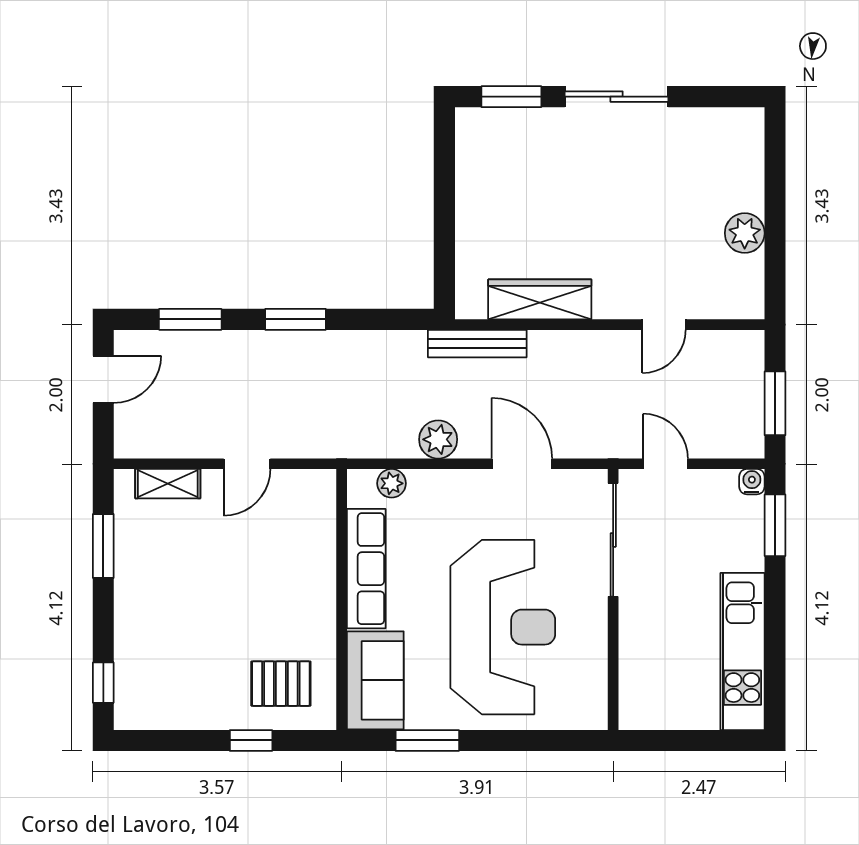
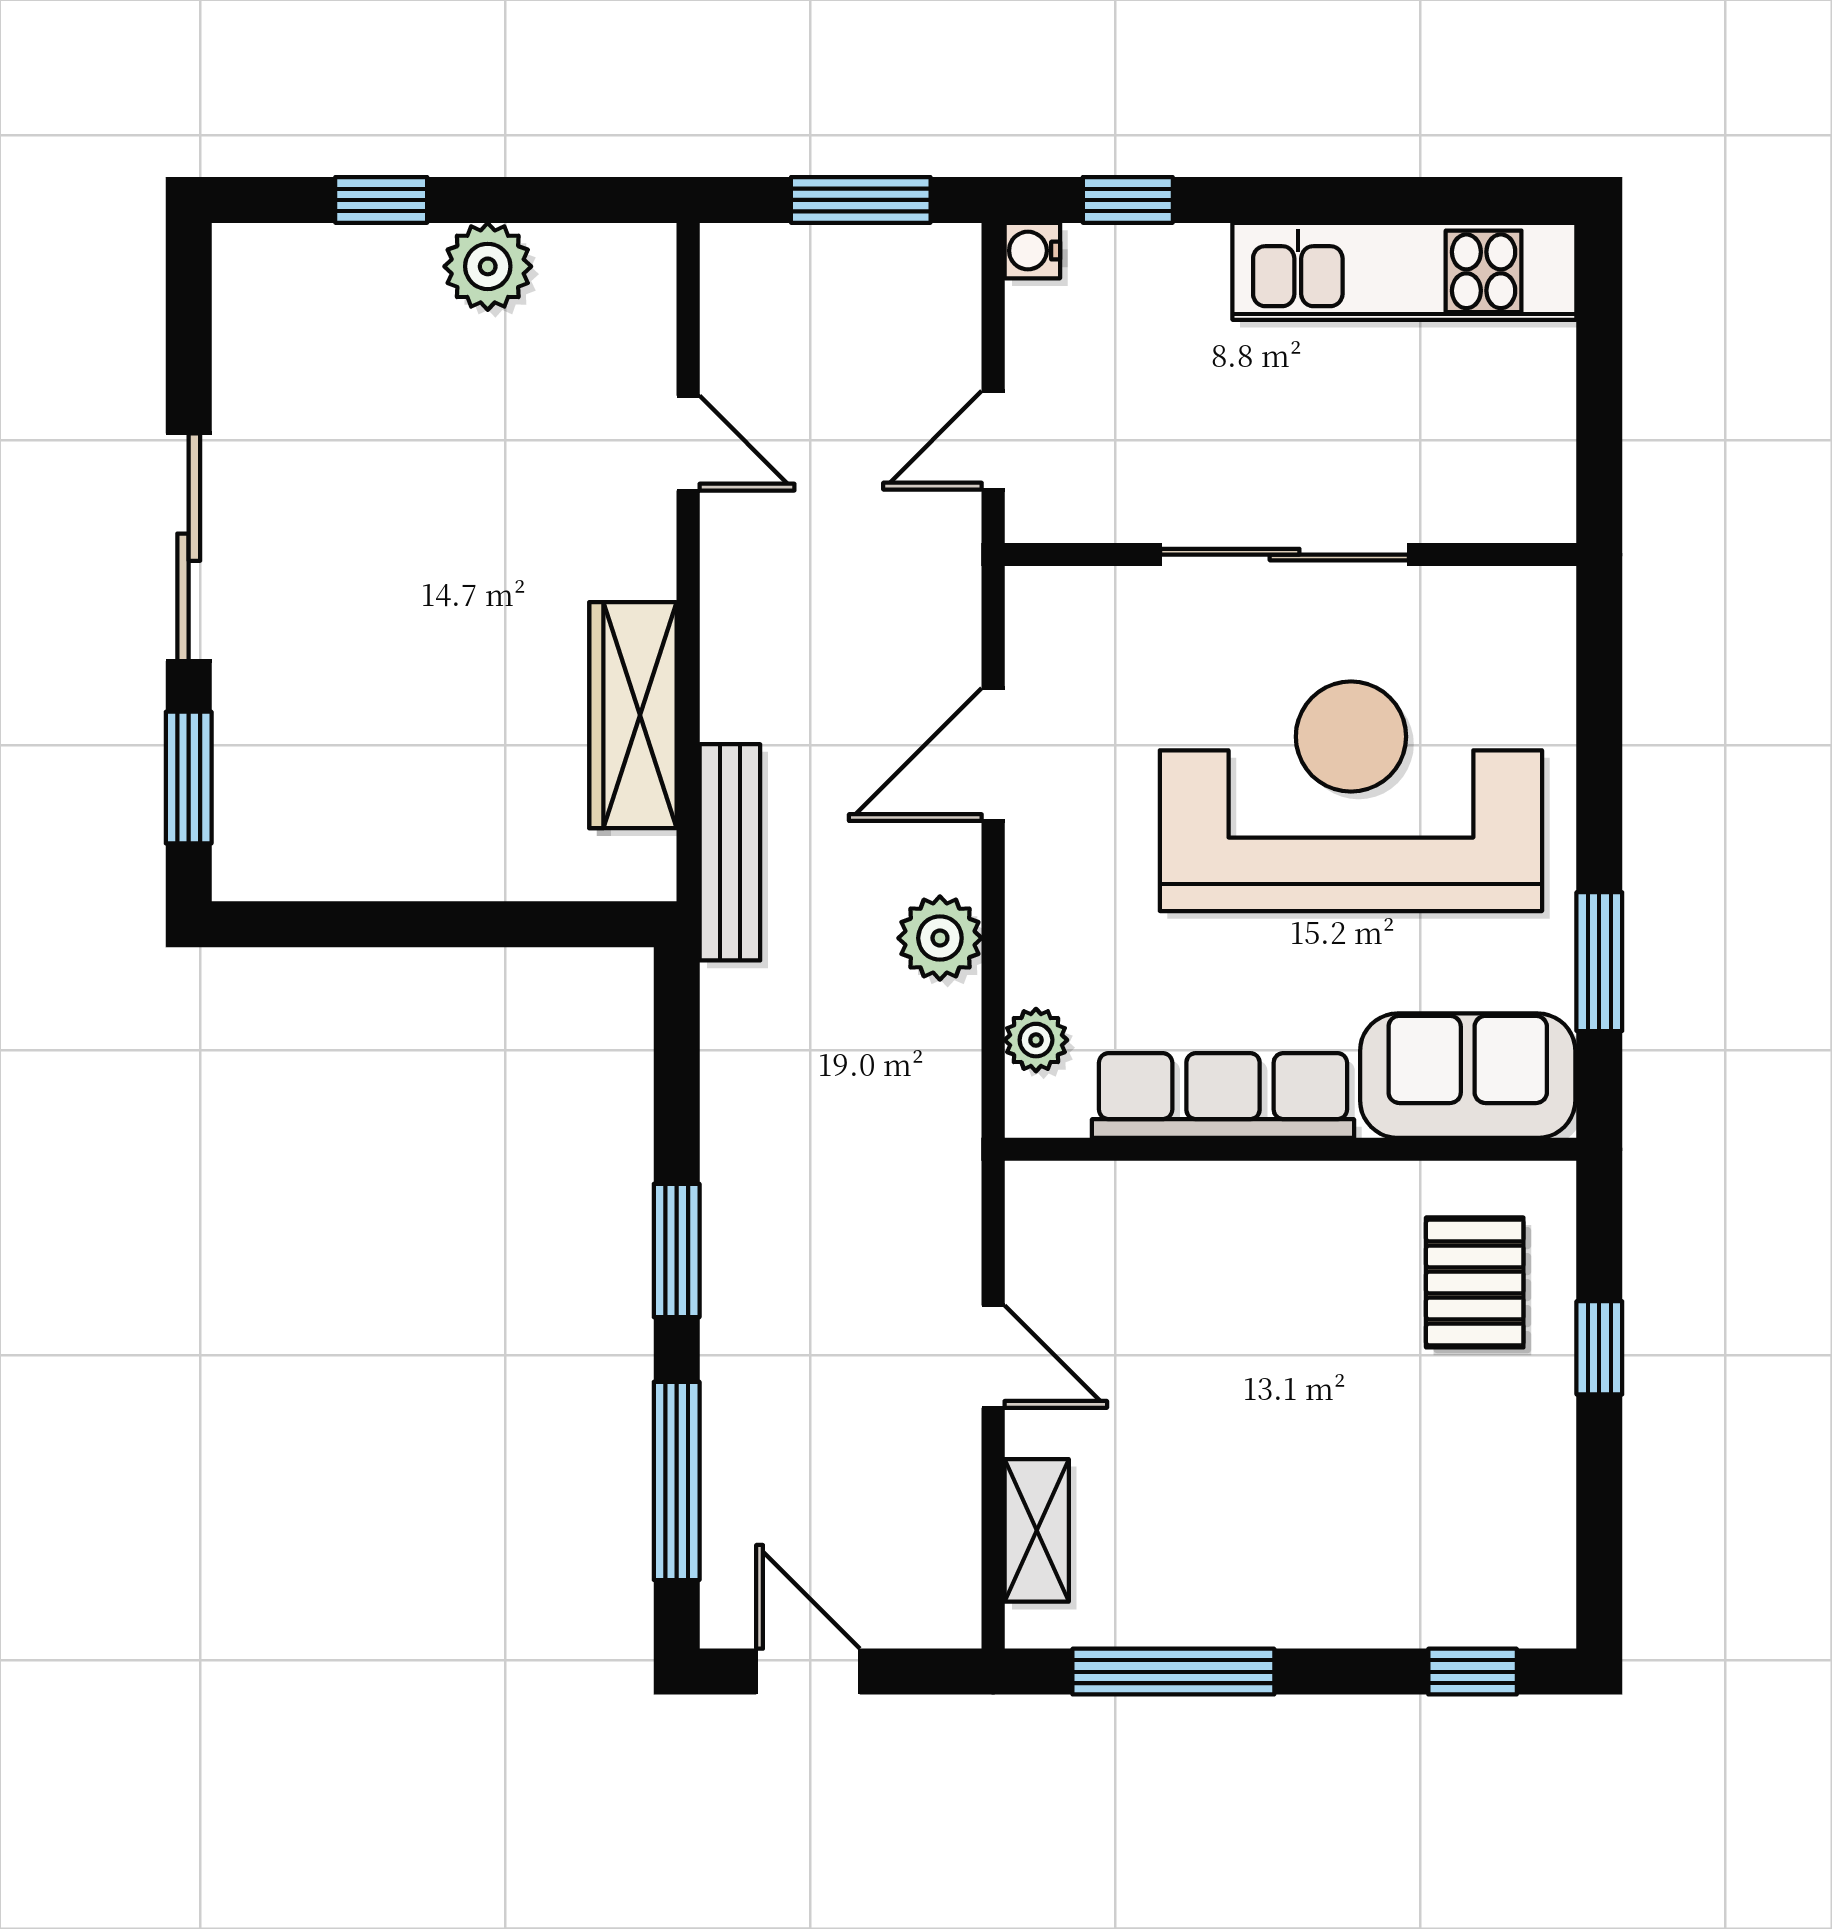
window: (775, 184) -> (381, 200), added
window: (190, 319) -> (677, 1481), width x1.44
window: (775, 525) -> (1128, 200), width x0.67
sliding door: (613, 540) -> (1285, 555), moved
window: (103, 546) -> (1173, 1672), width x1.44

